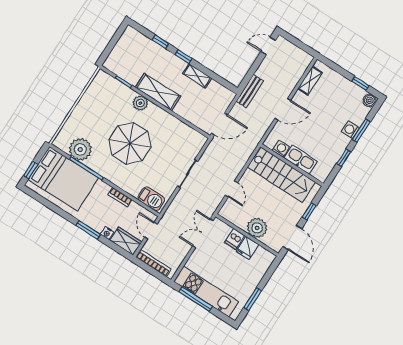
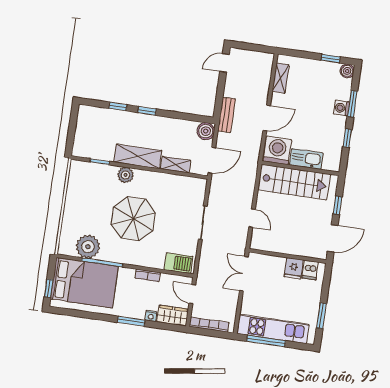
shelving: (197, 76) -> (176, 165), moved
boiler: (226, 97) -> (206, 131), added
washing machine: (281, 149) -> (277, 150), width x1.89, depth x1.89
plant: (257, 228) -> (294, 245), removed
door: (292, 237) -> (333, 238), hinge flipped
dishwasher: (235, 239) -> (310, 270), moved

